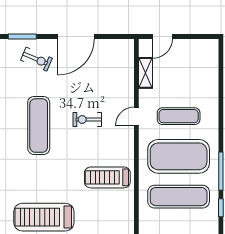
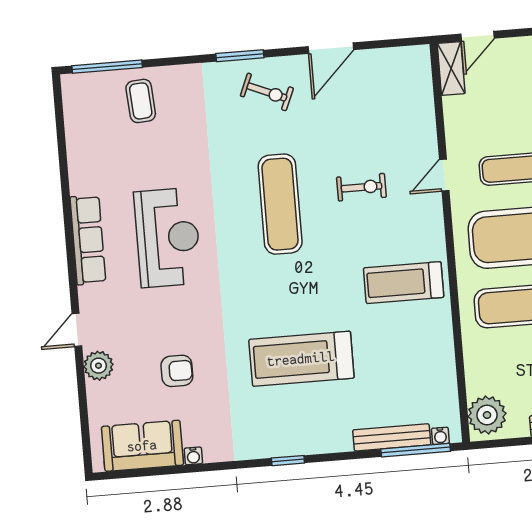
door: (76, 37) -> (331, 48), width x0.73
shelving: (146, 73) -> (451, 69), moved
exercise bike: (87, 119) -> (361, 187), turned 180

